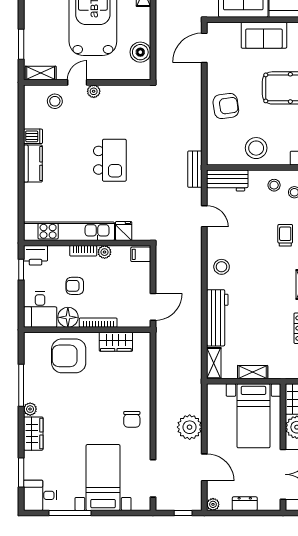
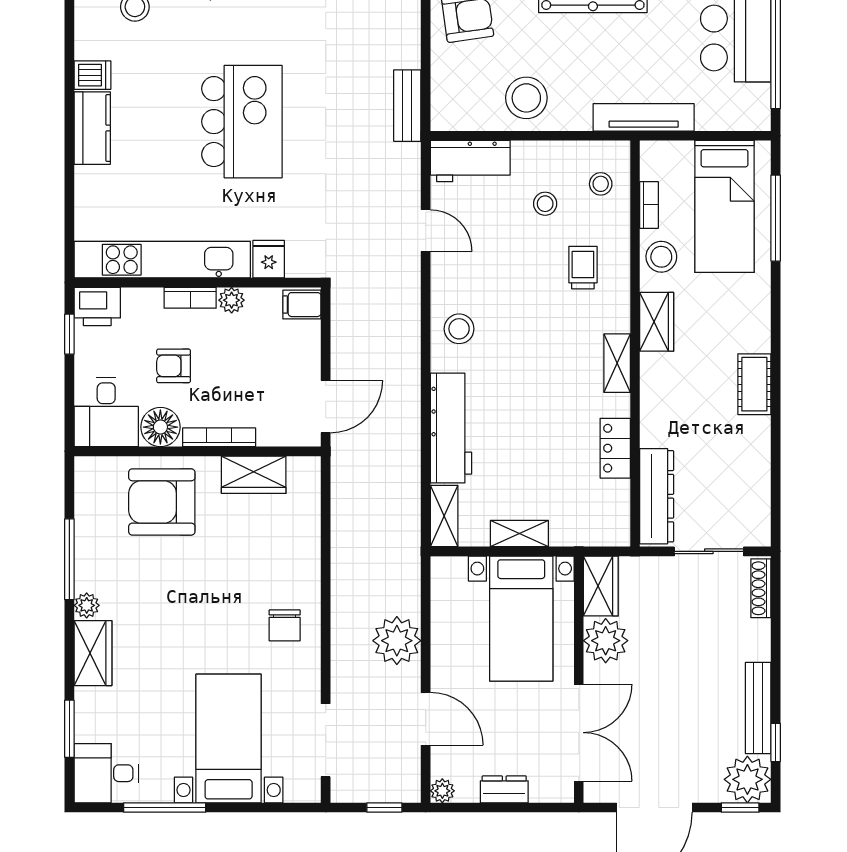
kitchen island: (110, 160) -> (242, 122), width x1.37, depth x1.28
bench: (195, 169) -> (407, 106), moved
stool: (274, 185) -> (545, 204), moved

